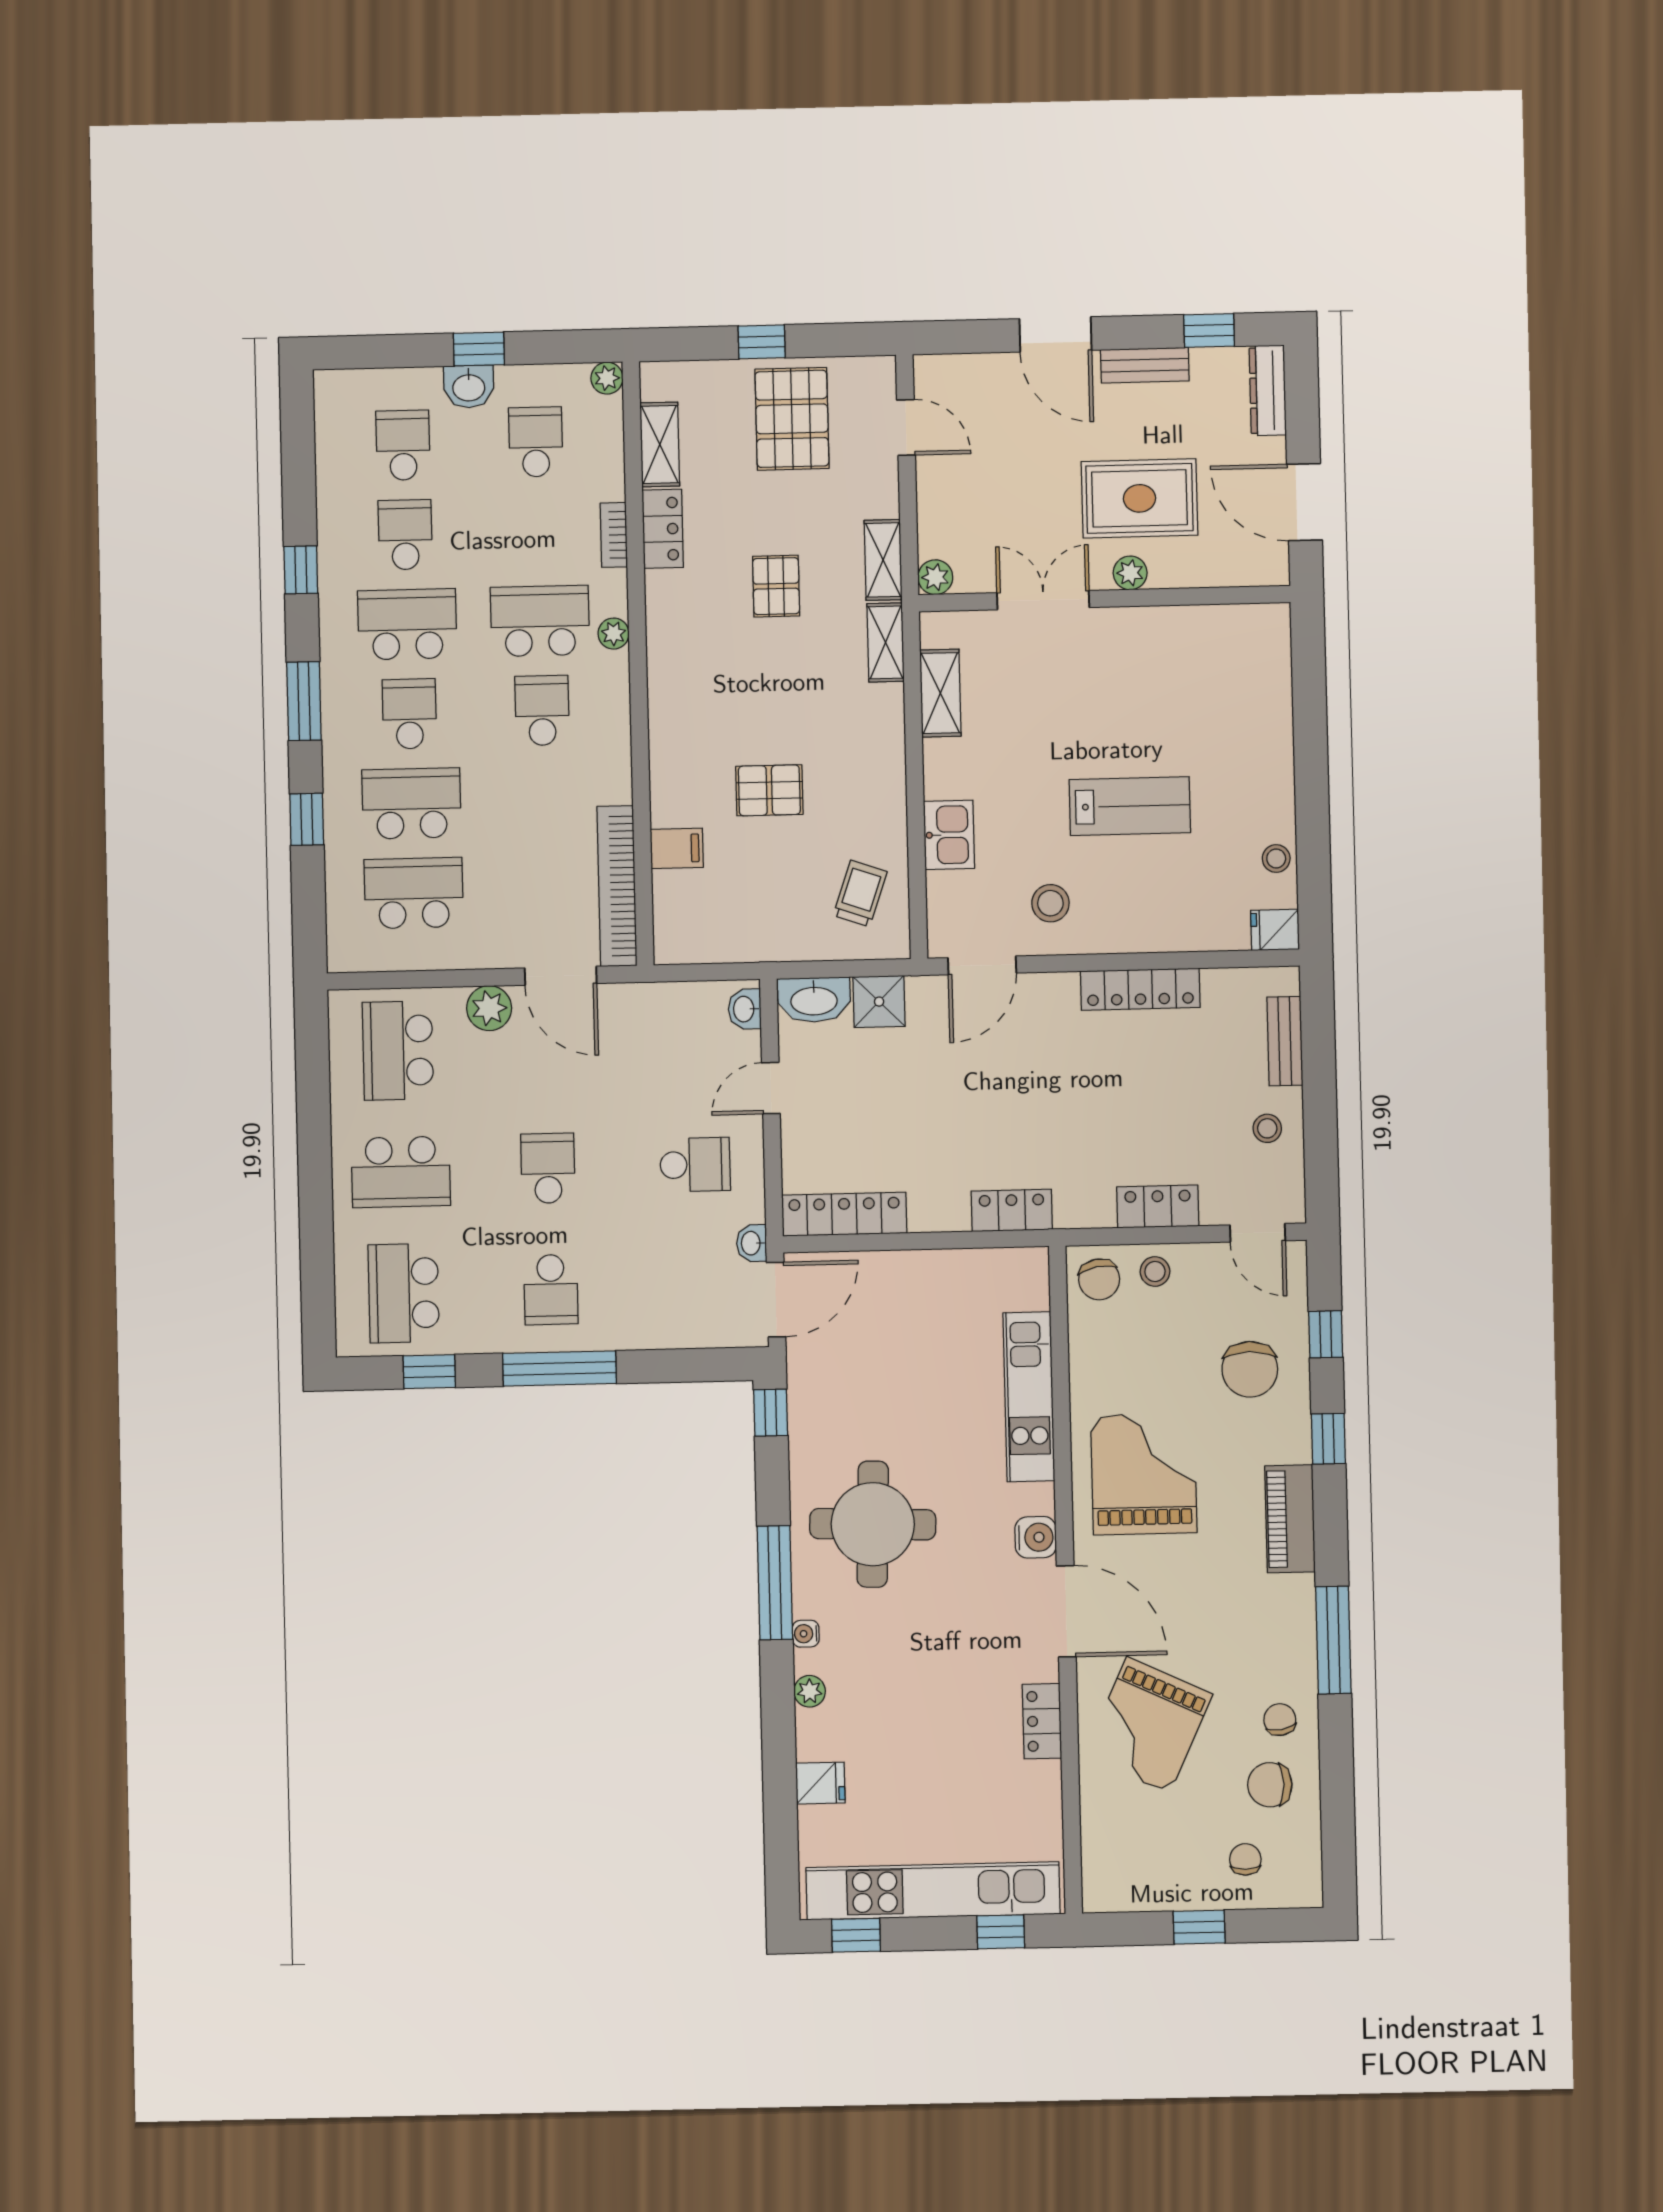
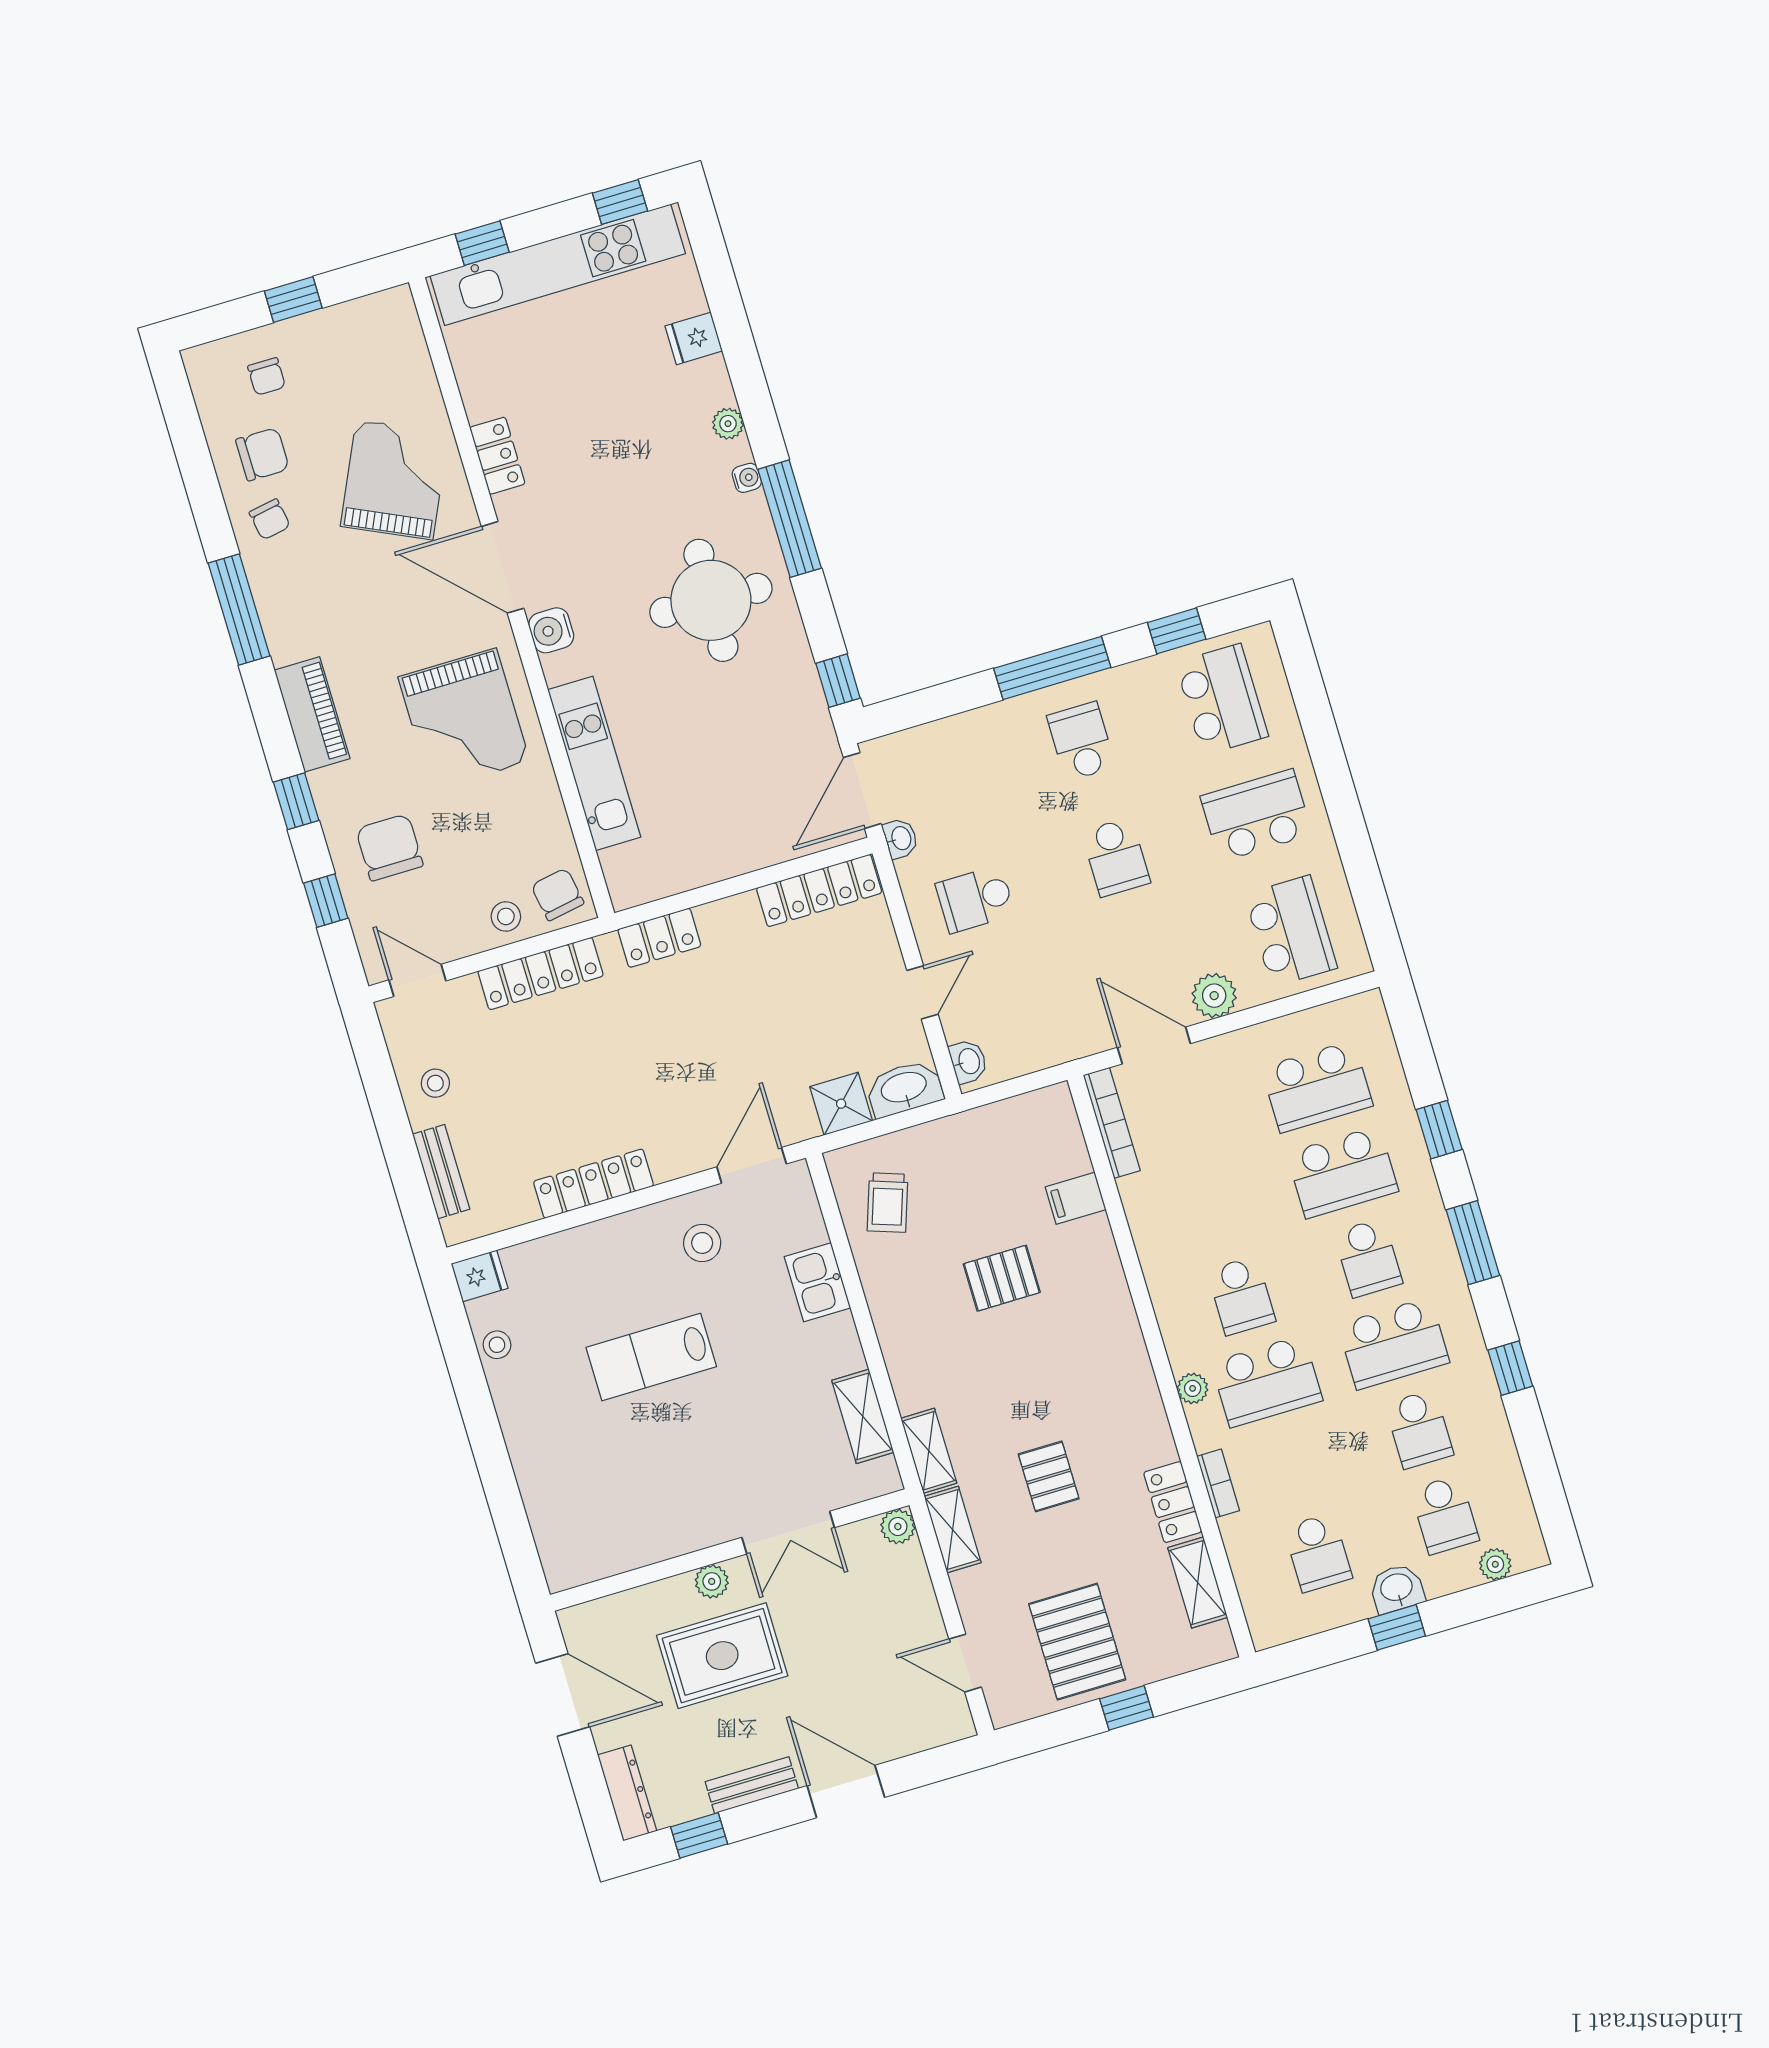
plant: (607, 378) -> (1495, 1564), moved
bookcase: (617, 886) -> (1112, 1123), width x0.68, depth x0.76
locker: (1158, 1206) -> (541, 973), width x1.53

